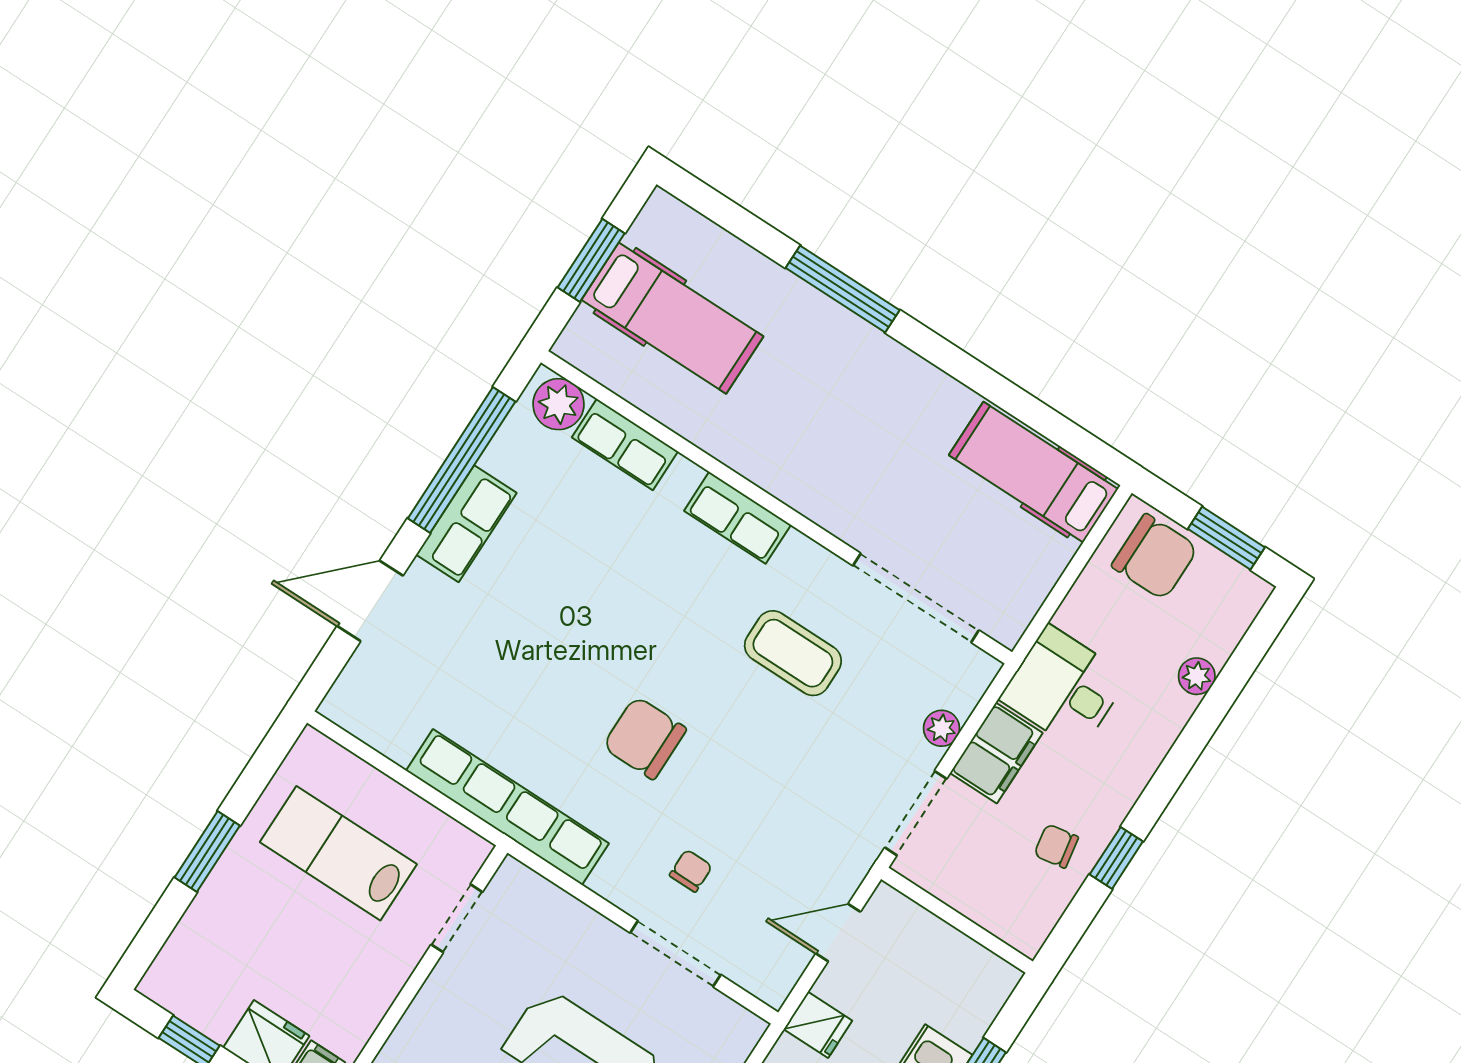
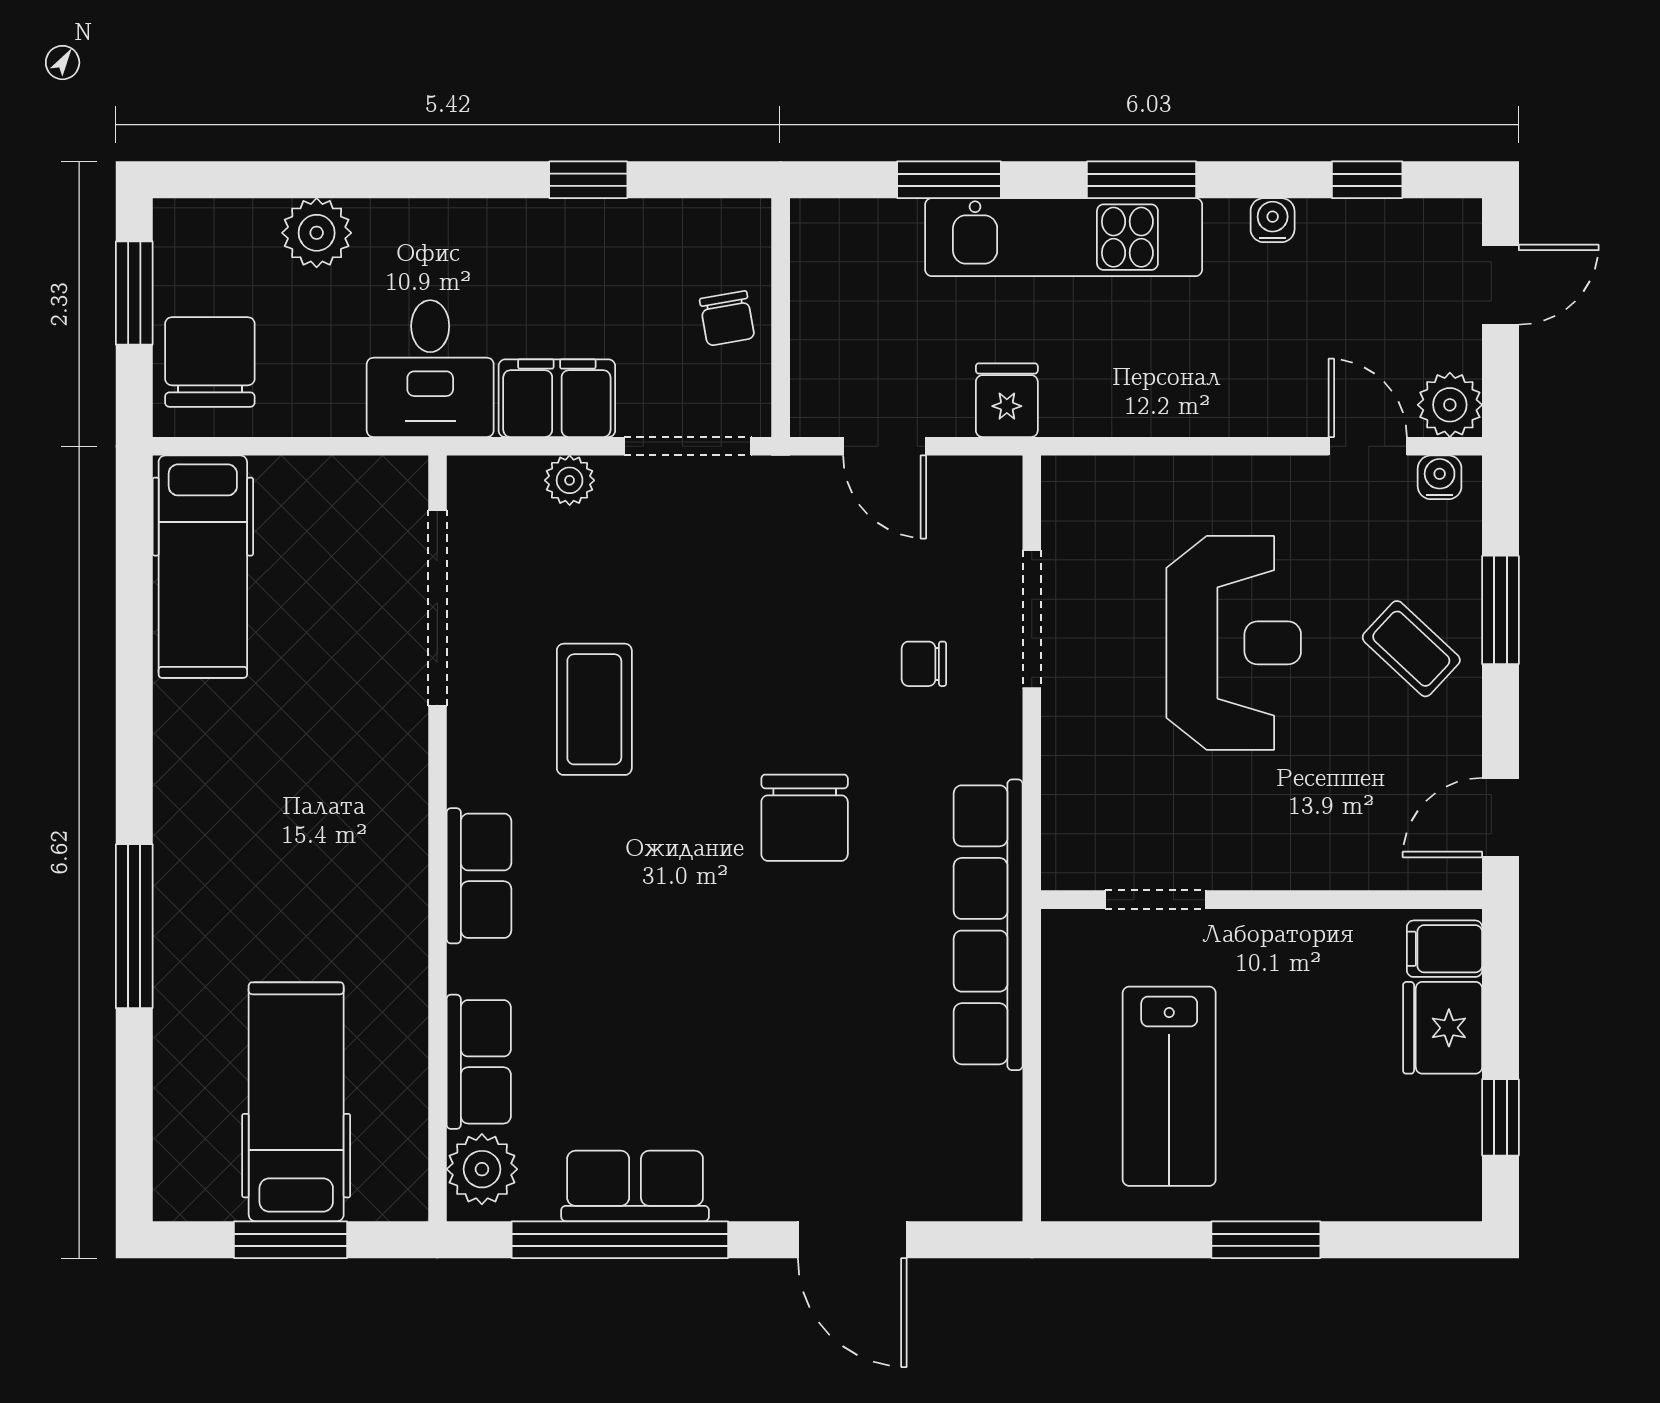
row of seats: (466, 524) -> (635, 1186), moved
plant: (1197, 676) -> (317, 233), width x1.38, depth x1.38
chair: (1056, 846) -> (727, 318), moved

